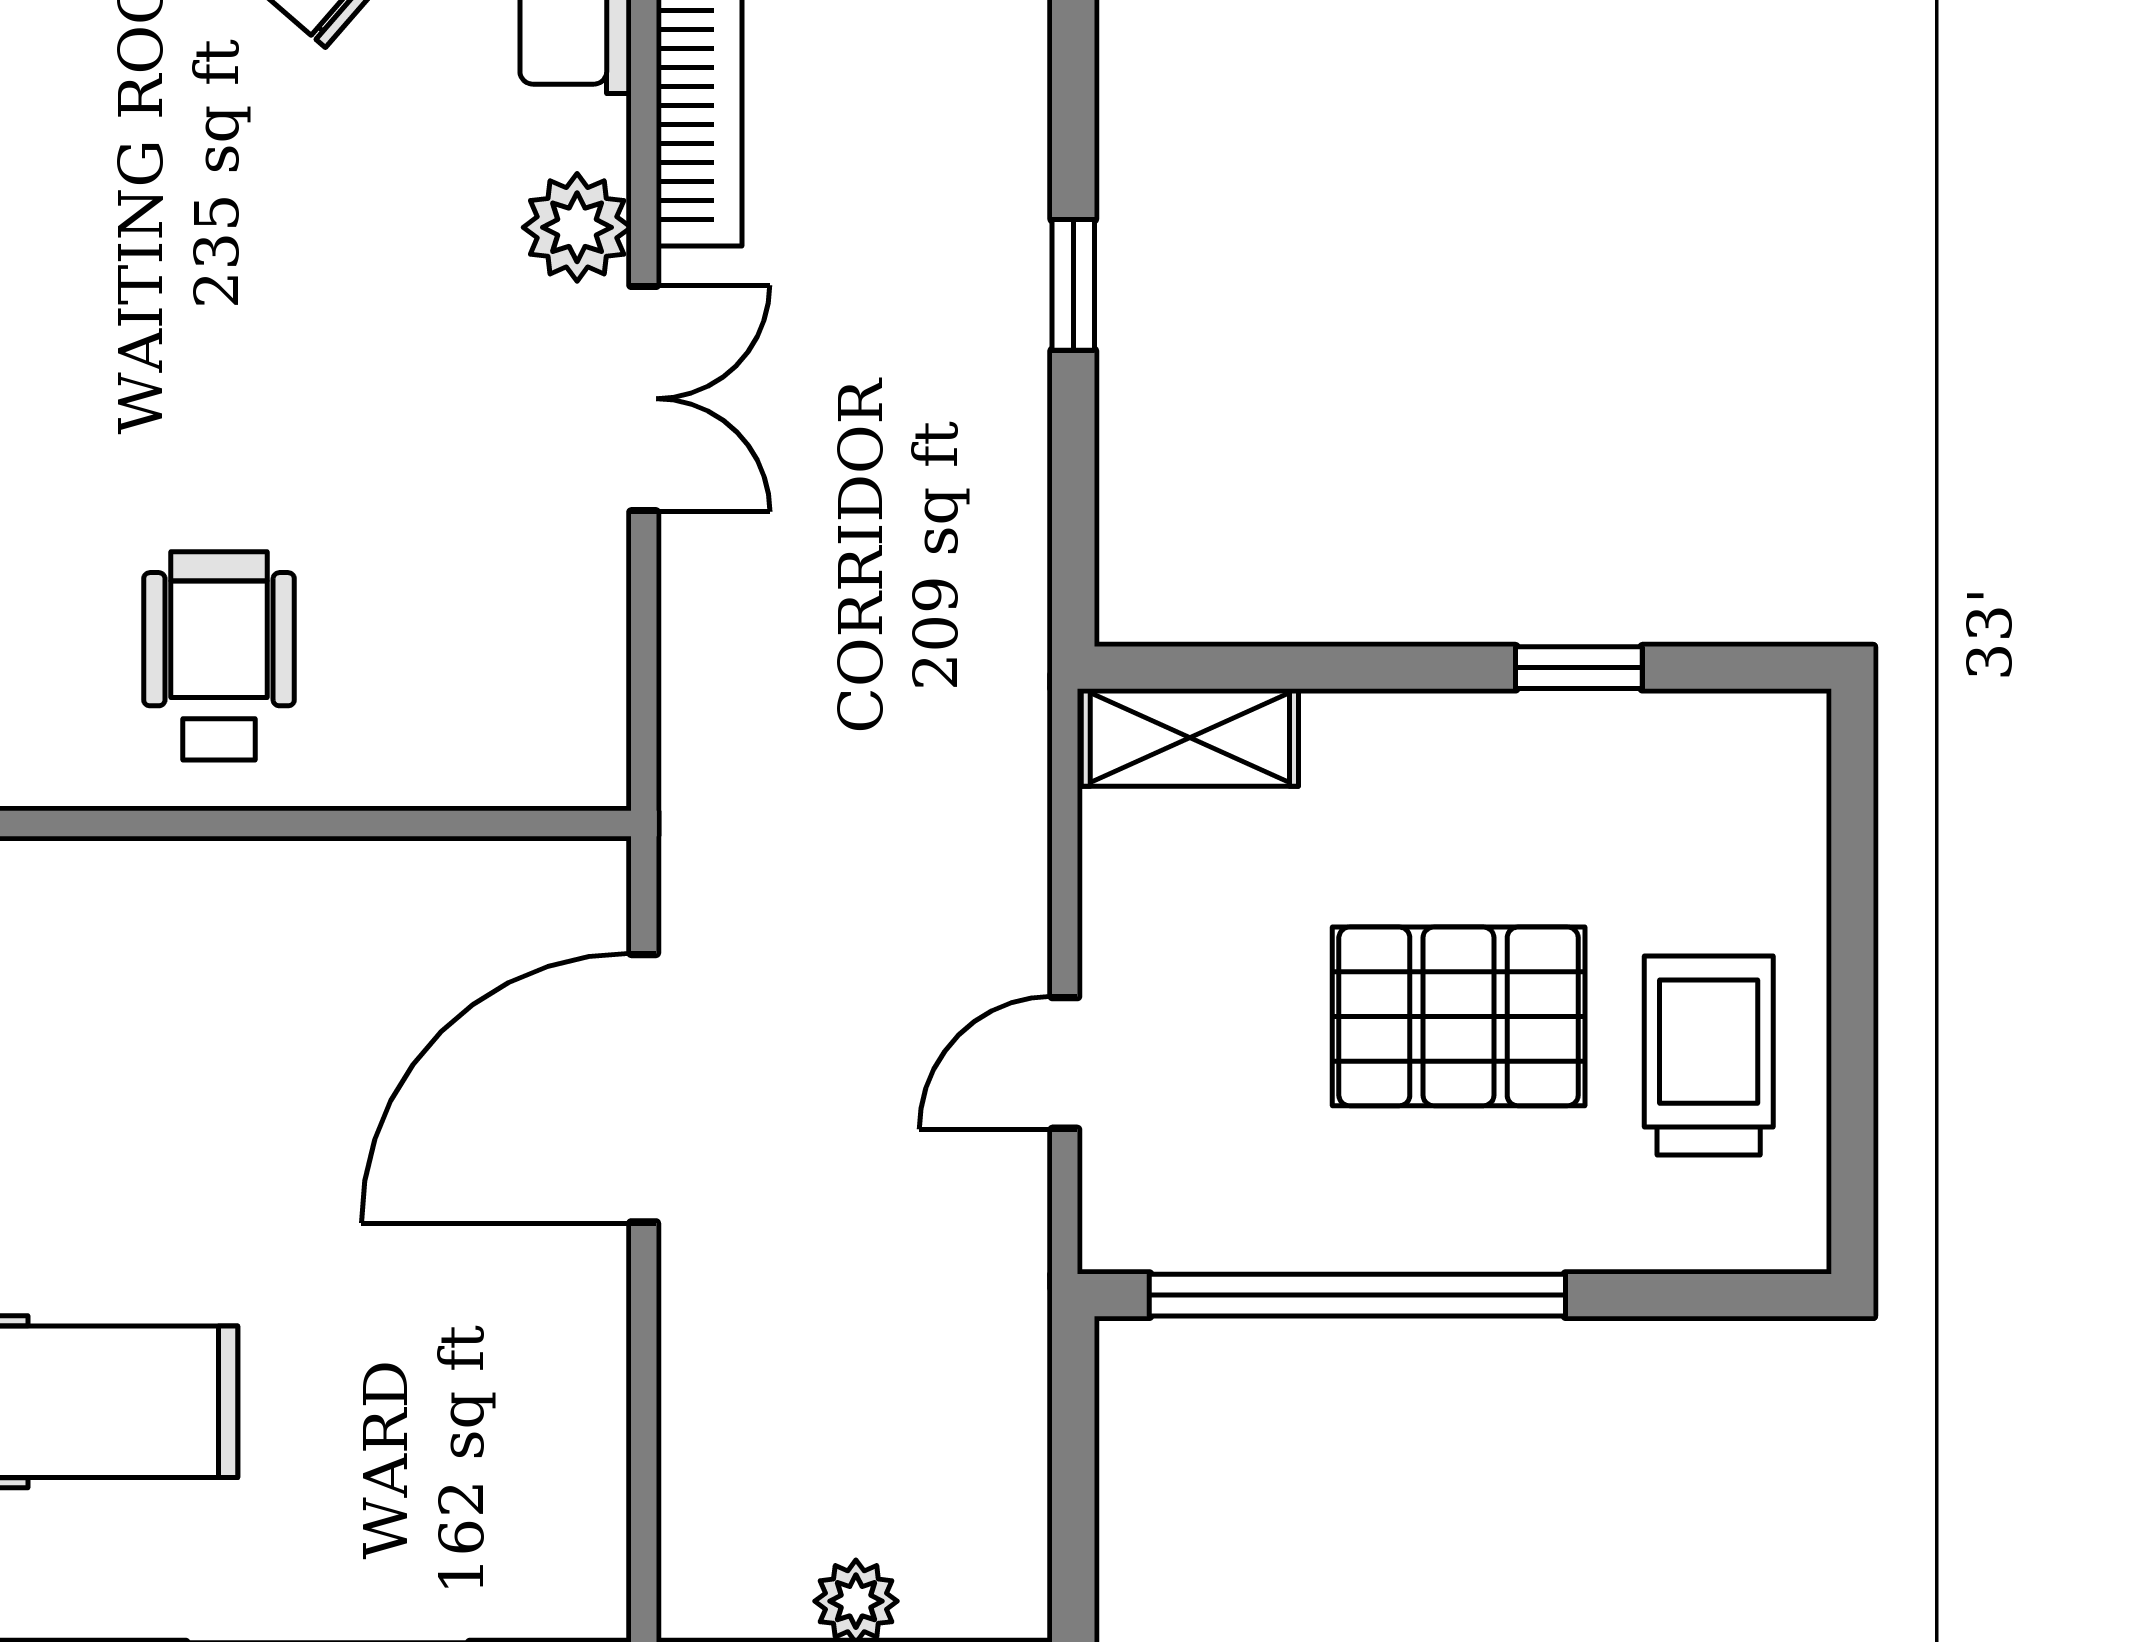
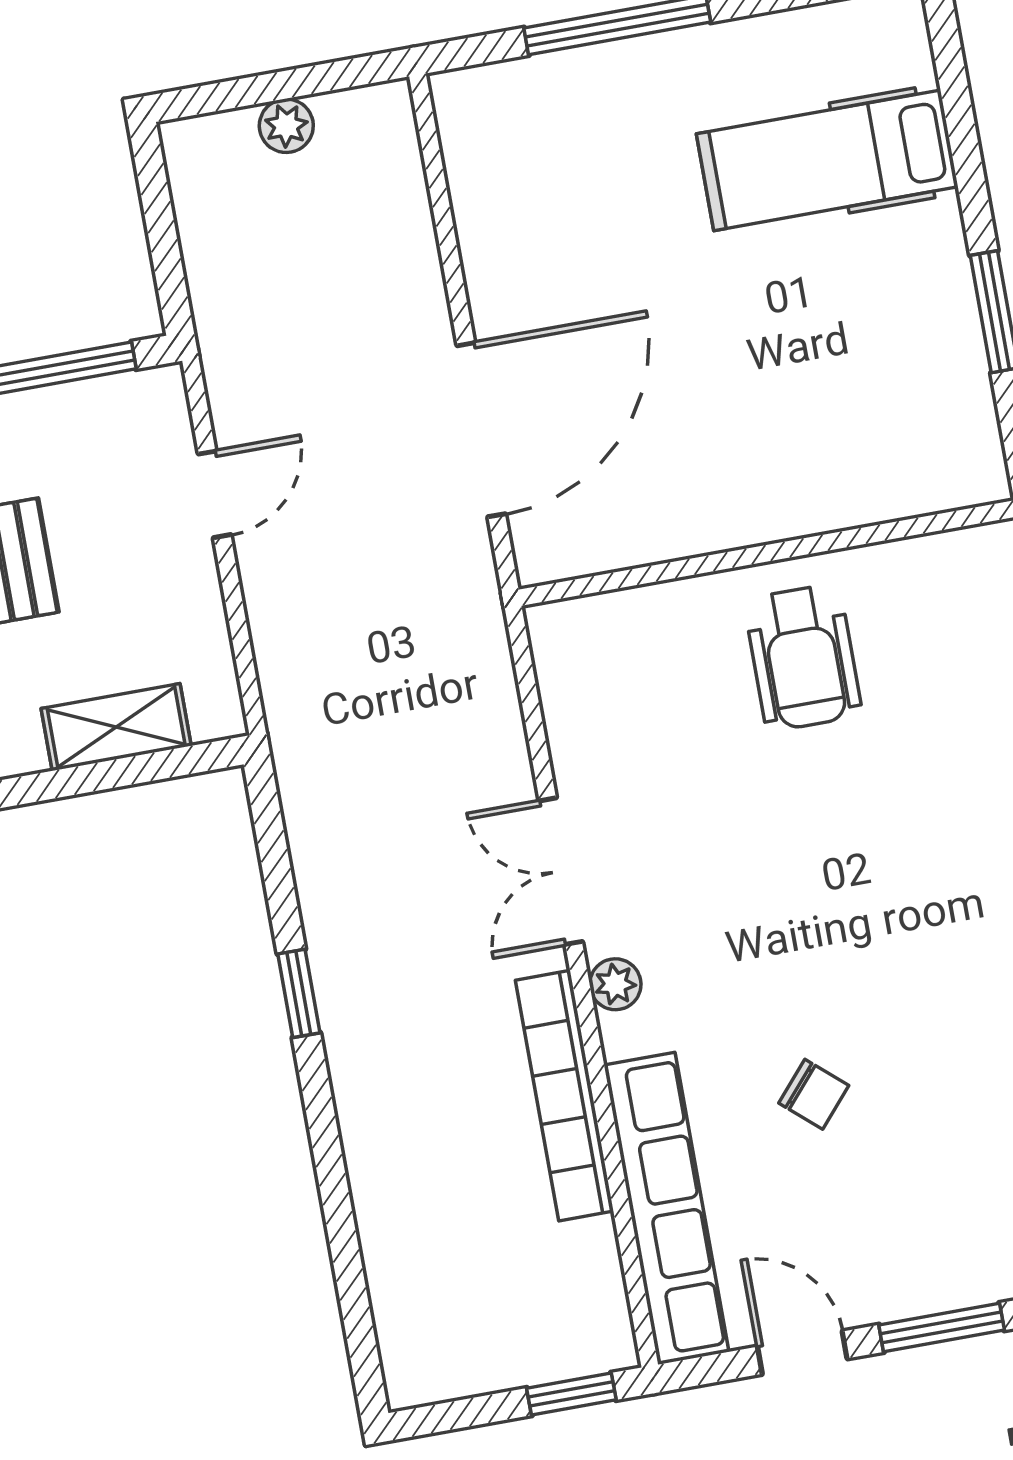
plant: (577, 227) -> (615, 984), width x0.73, depth x0.73
shelving: (1190, 738) -> (116, 727), moved

